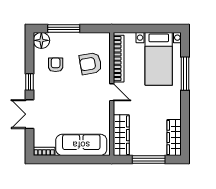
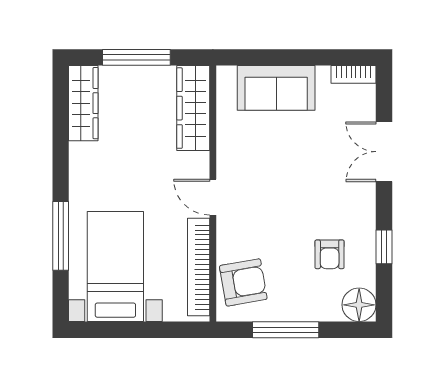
window: (64, 28) -> (286, 330), moved
armchair: (90, 64) -> (243, 282), moved
window: (29, 82) -> (384, 247), moved
double door: (29, 114) -> (384, 152), swing flipped
sofa: (81, 145) -> (276, 88), width x0.73

